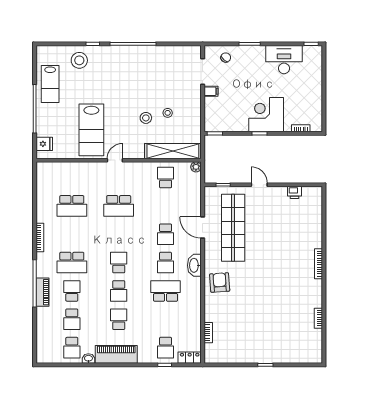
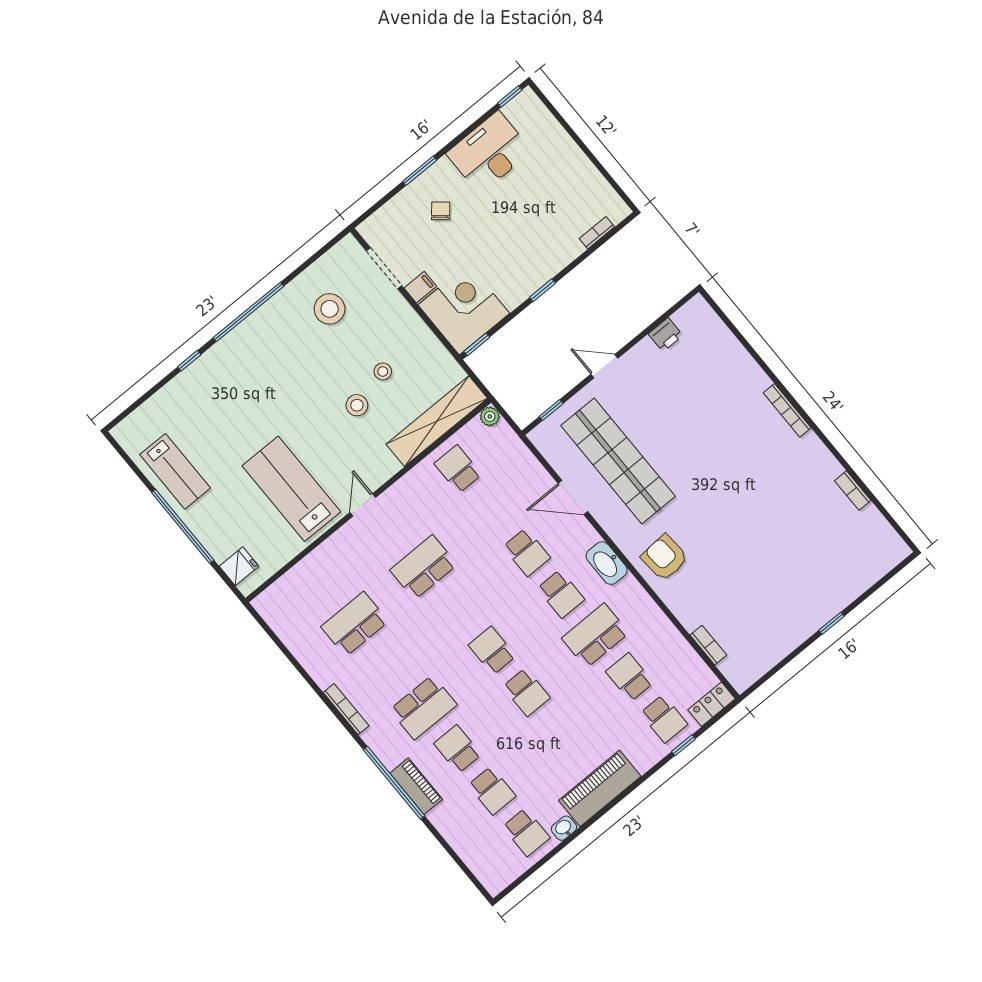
chair: (226, 57) -> (441, 211), moved
stool: (79, 60) -> (330, 309), moved
corner desk: (266, 115) -> (464, 309), moved, turned 90
lab bench: (91, 130) -> (291, 489), turned 180
school desk: (72, 206) -> (355, 624), turned 180
school desk: (119, 206) -> (423, 567), turned 180
school desk: (119, 319) -> (630, 677), moved

